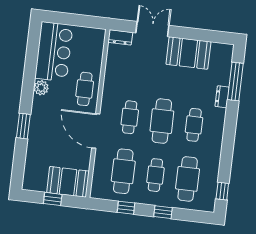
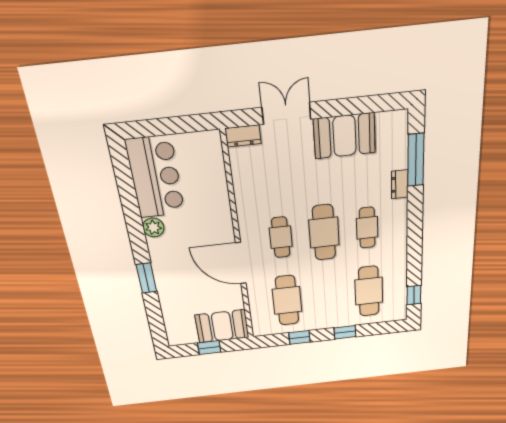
cafe table: (85, 89) -> (212, 216), removed
cafe table: (155, 175) -> (328, 296), removed

